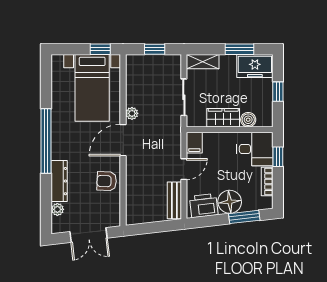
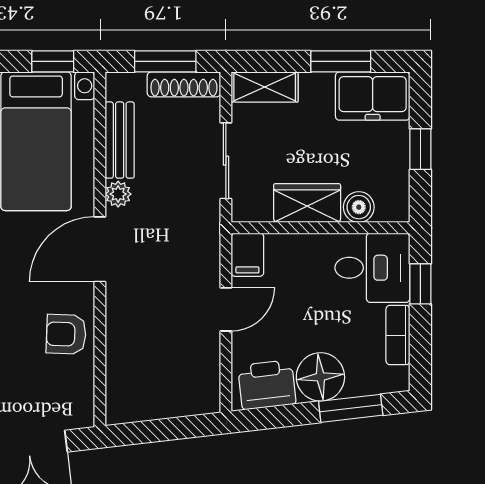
window: (155, 49) -> (165, 61), width x1.50
shoe rack: (164, 60) -> (184, 84), added
bench: (174, 200) -> (120, 140), moved

